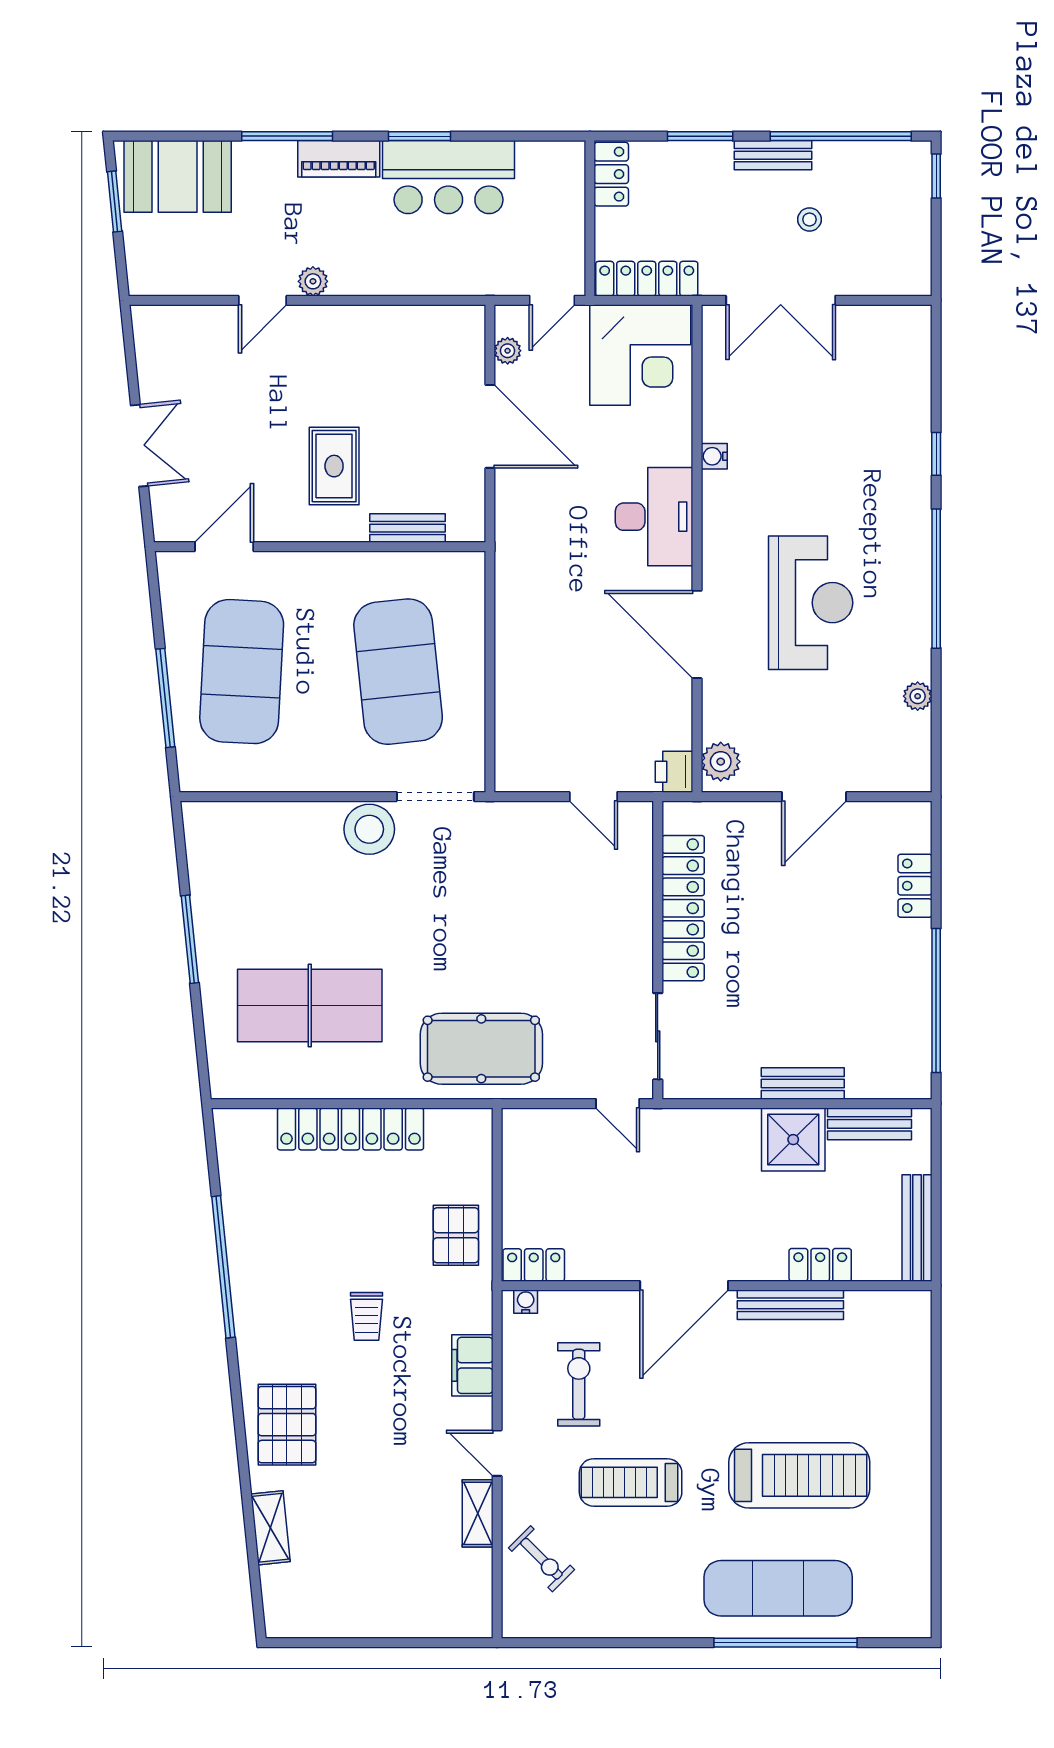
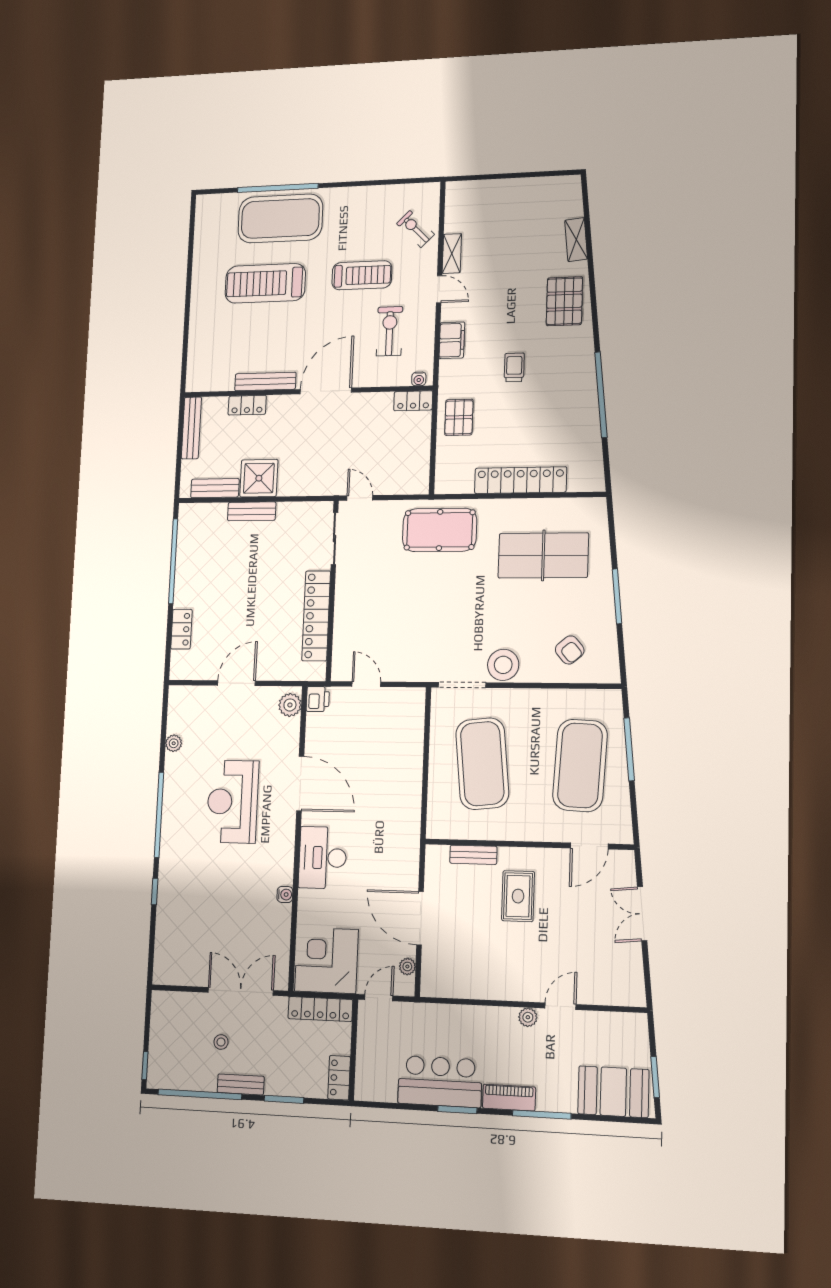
armchair: (263, 854) -> (570, 650), added
exercise bike: (579, 1384) -> (389, 331), turned 180
exercise mat: (778, 1588) -> (280, 219), width x1.47

